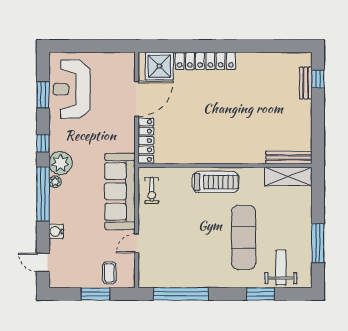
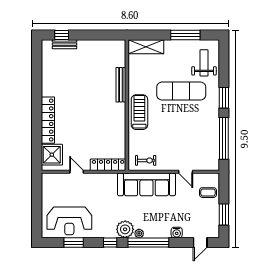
door: (137, 99) -> (77, 172), width x0.53
bench: (289, 158) -> (121, 85), moved
shelving: (288, 176) -> (146, 47), moved, turned 90
weight bench: (281, 268) -> (204, 63), turned 90
window: (95, 294) -> (224, 214), moved
window: (261, 294) -> (224, 98), moved

